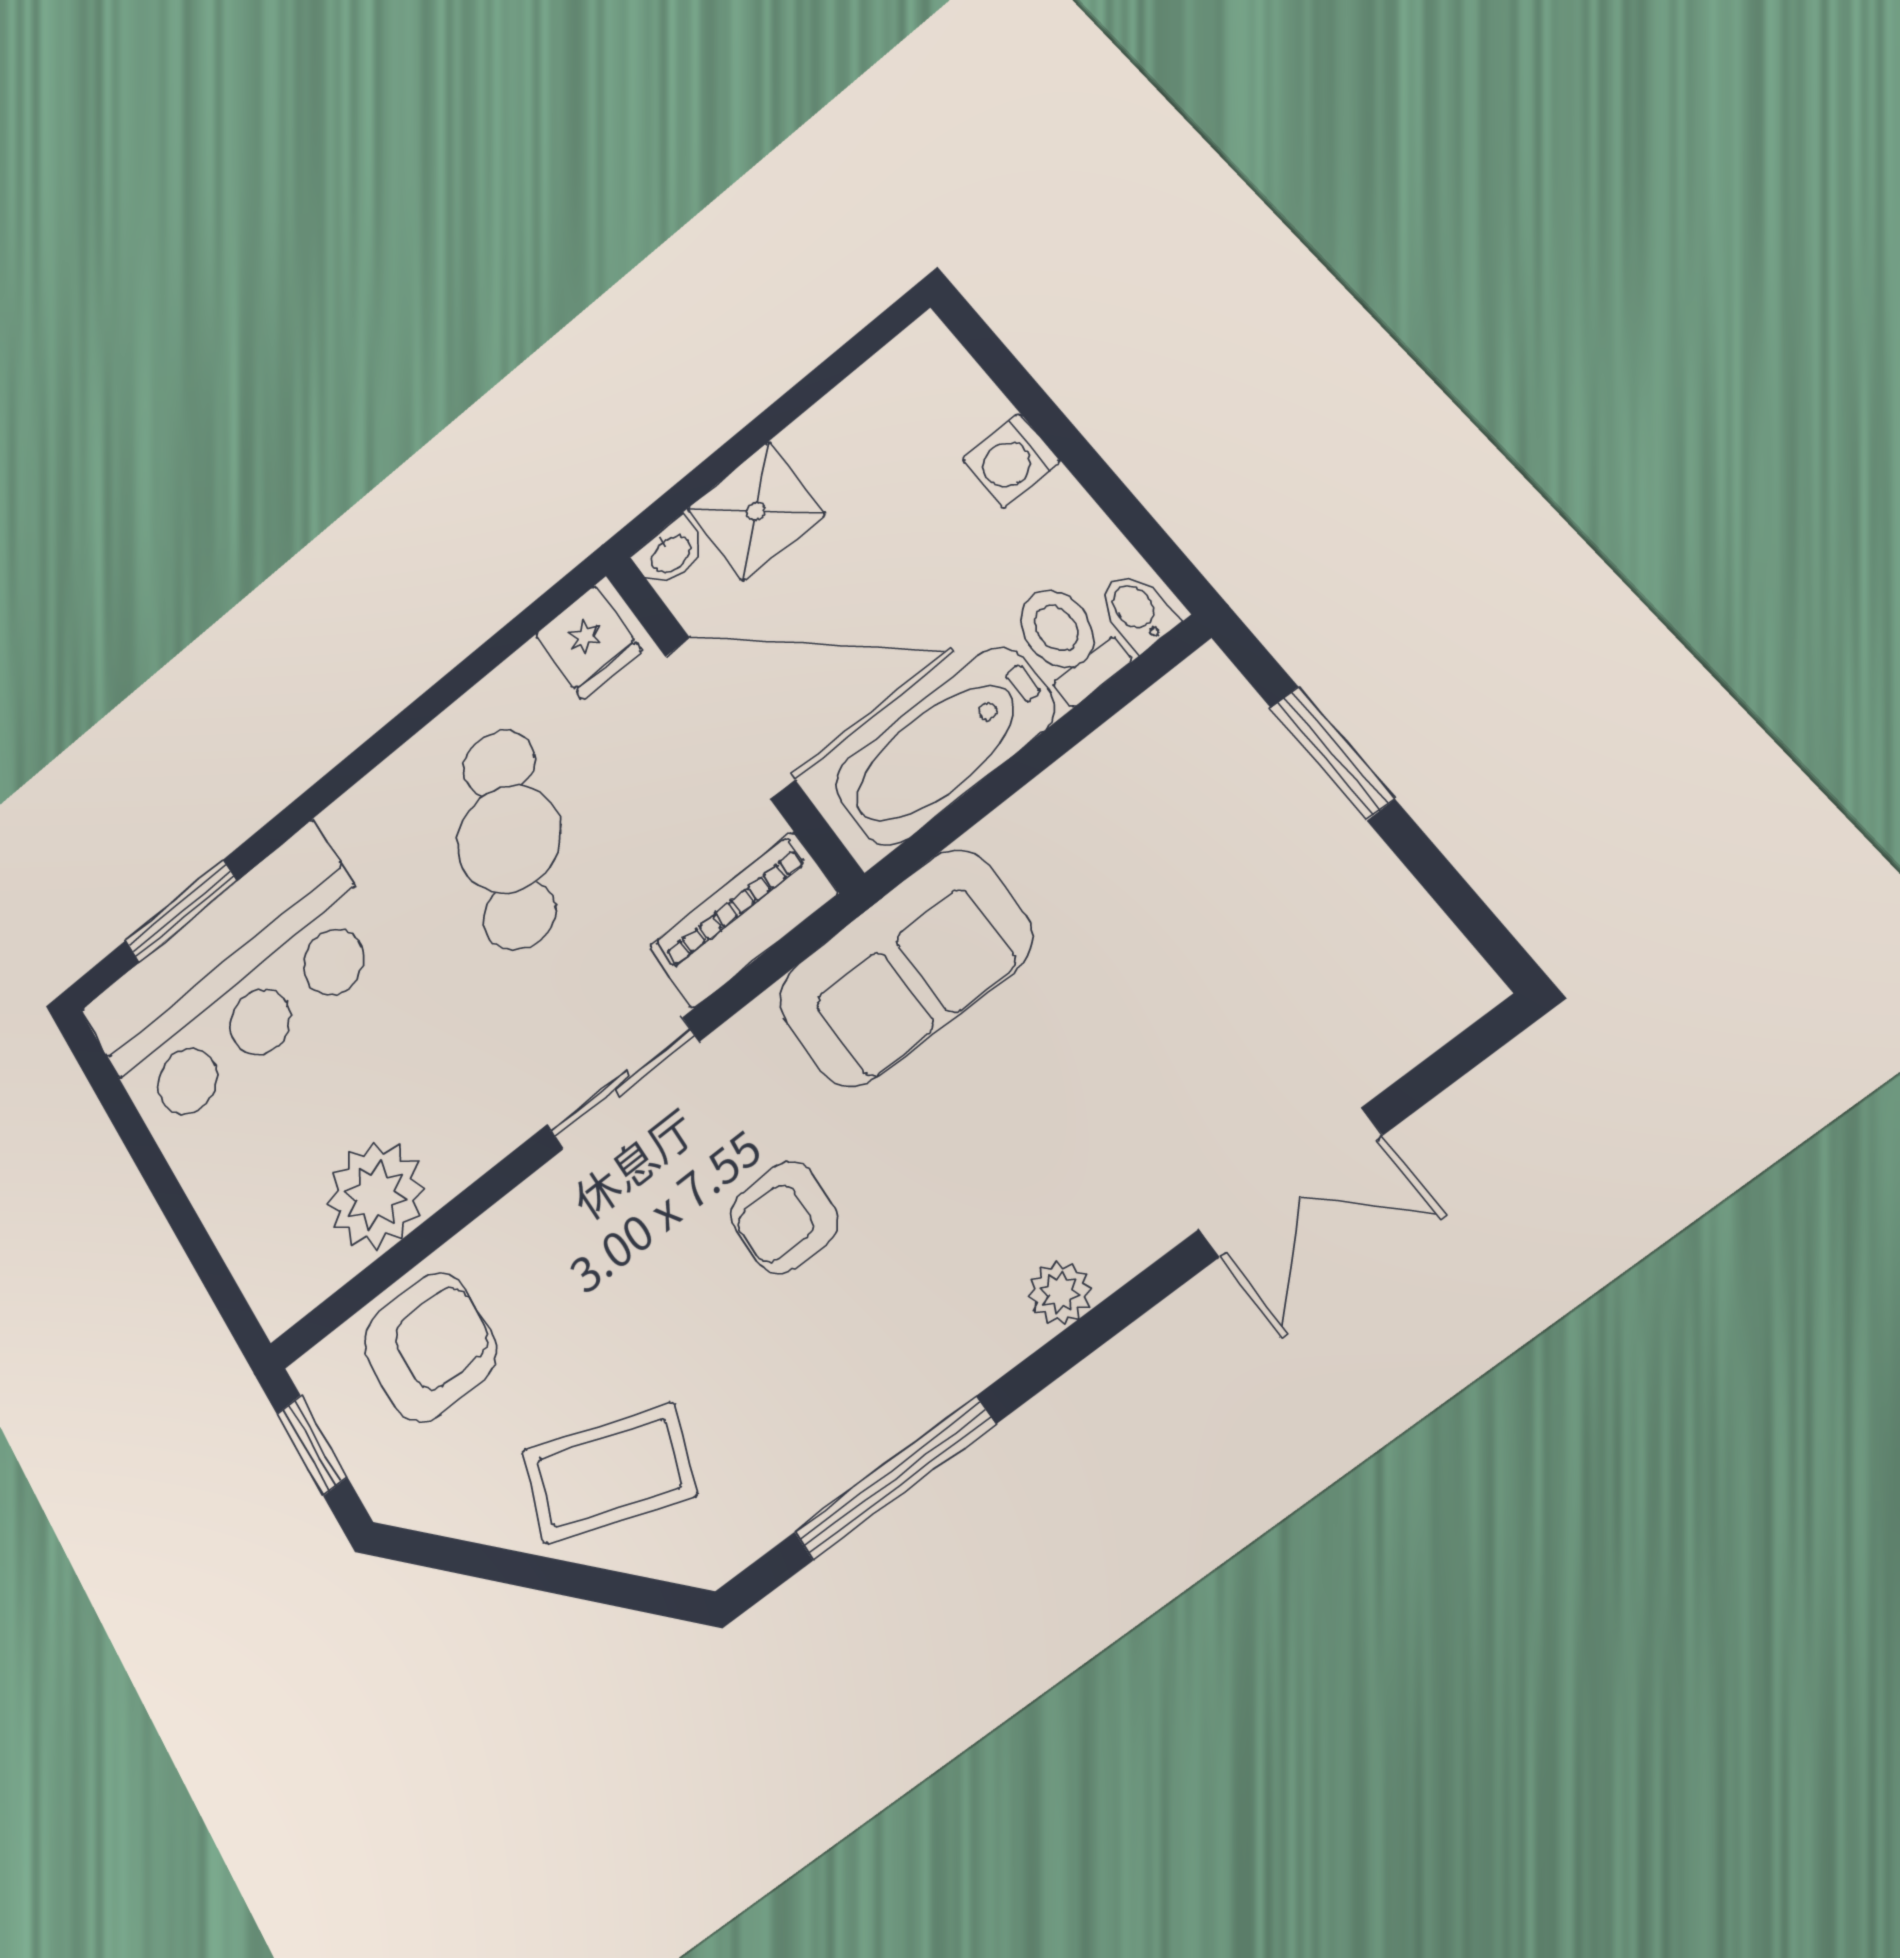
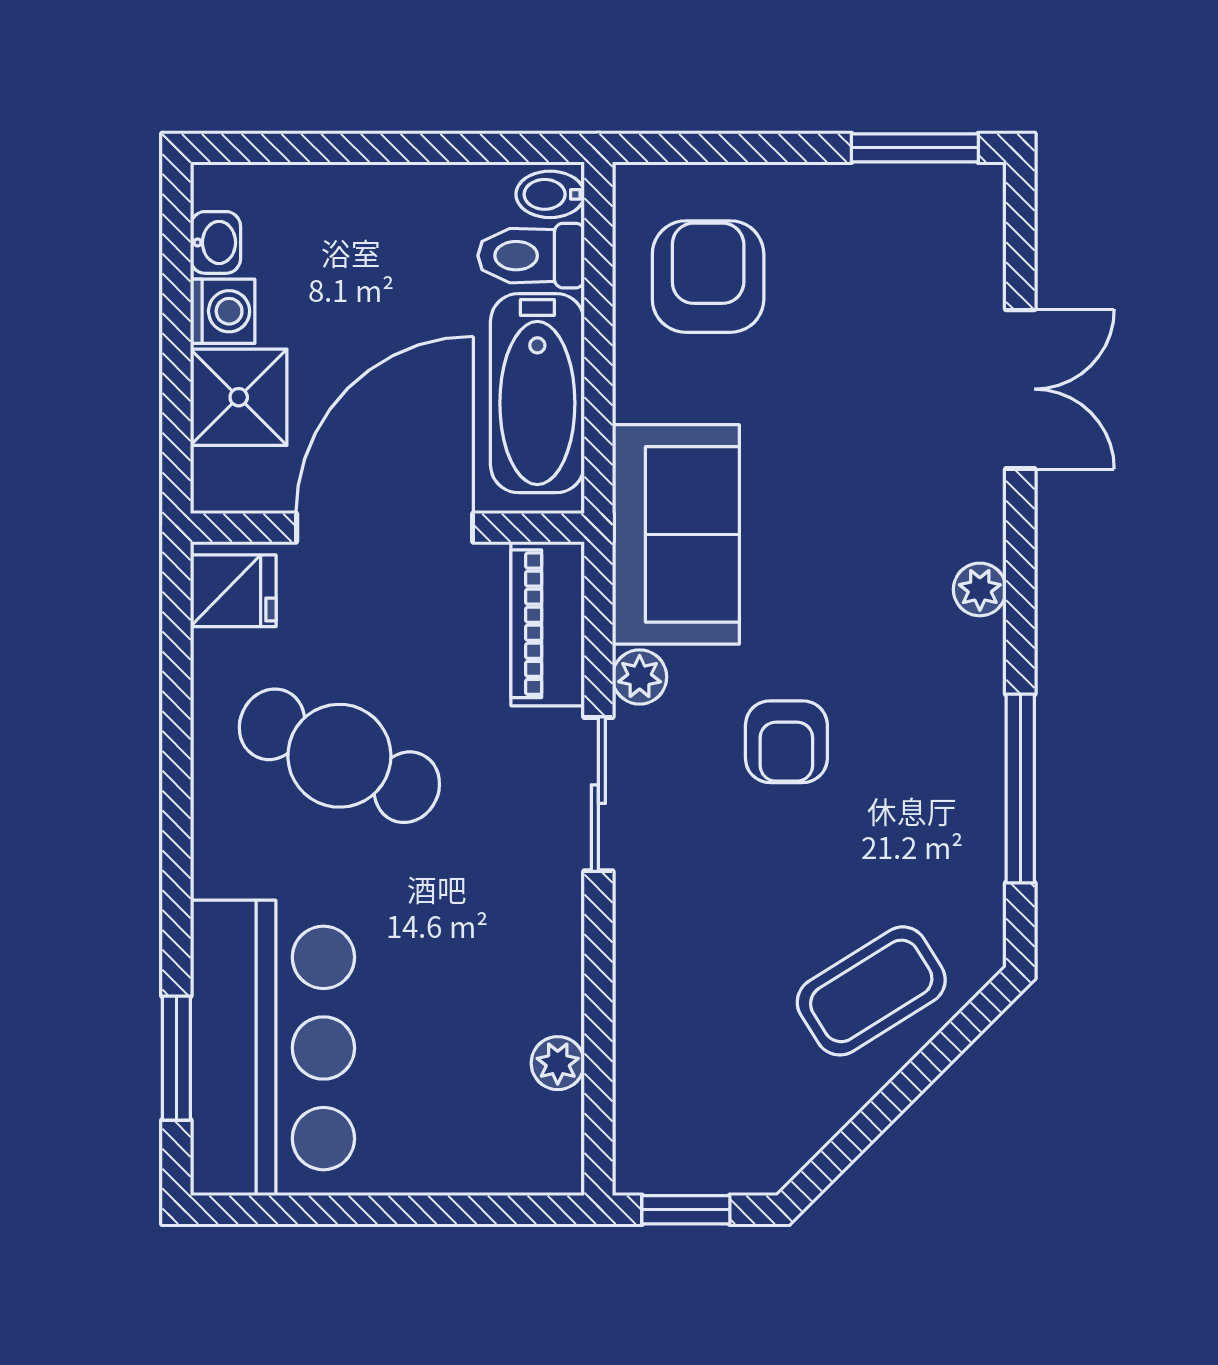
washing machine: (1011, 460) -> (223, 311), moved, turned -90
washbasin: (670, 553) -> (216, 242), moved
window: (1332, 753) -> (915, 148), moved
plant: (751, 1038) -> (640, 677), added
plant: (375, 1195) -> (558, 1063), width x0.53, depth x0.53
armchair: (430, 1347) -> (708, 277), moved
coffee table: (609, 1473) -> (871, 991), turned 39

